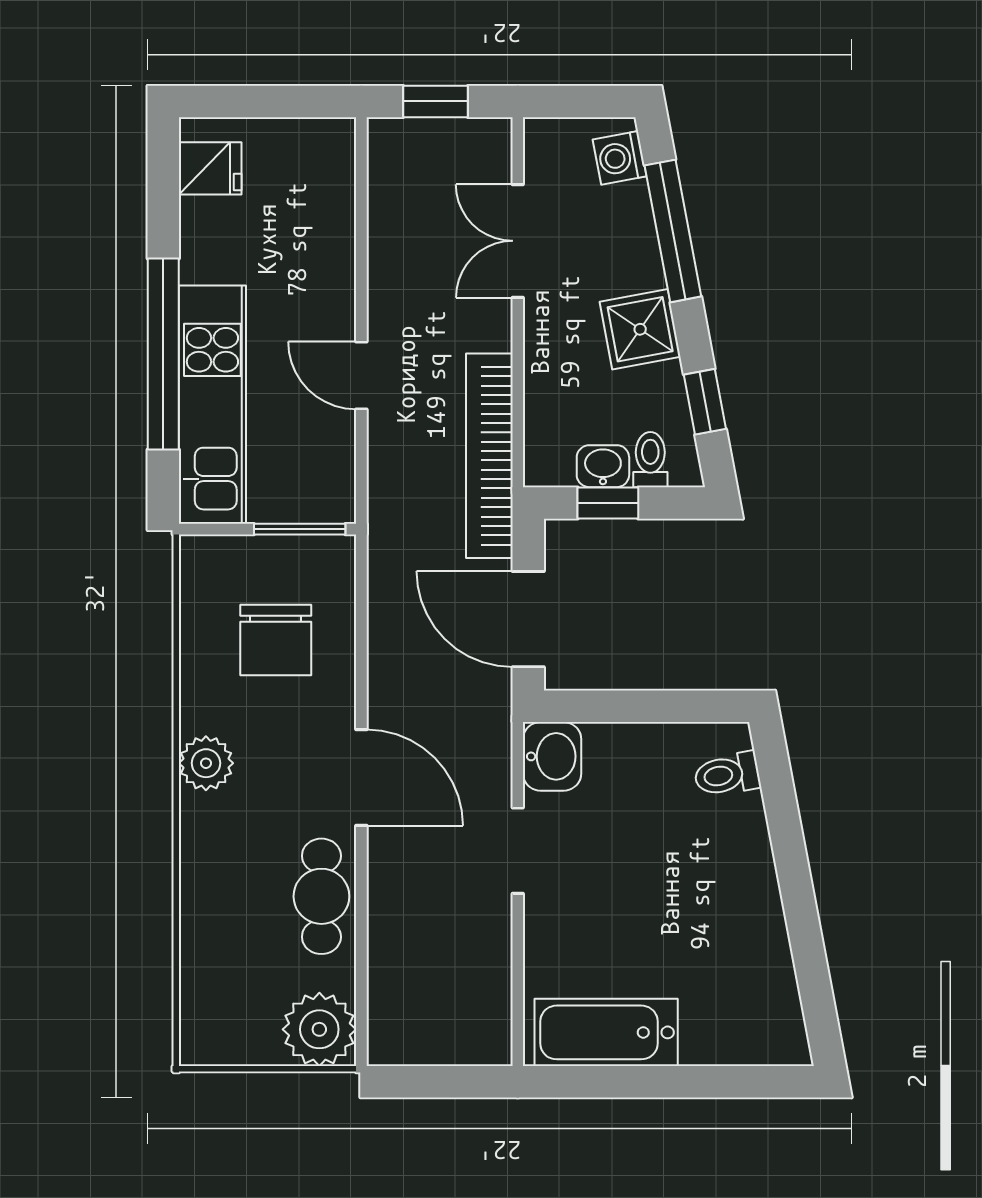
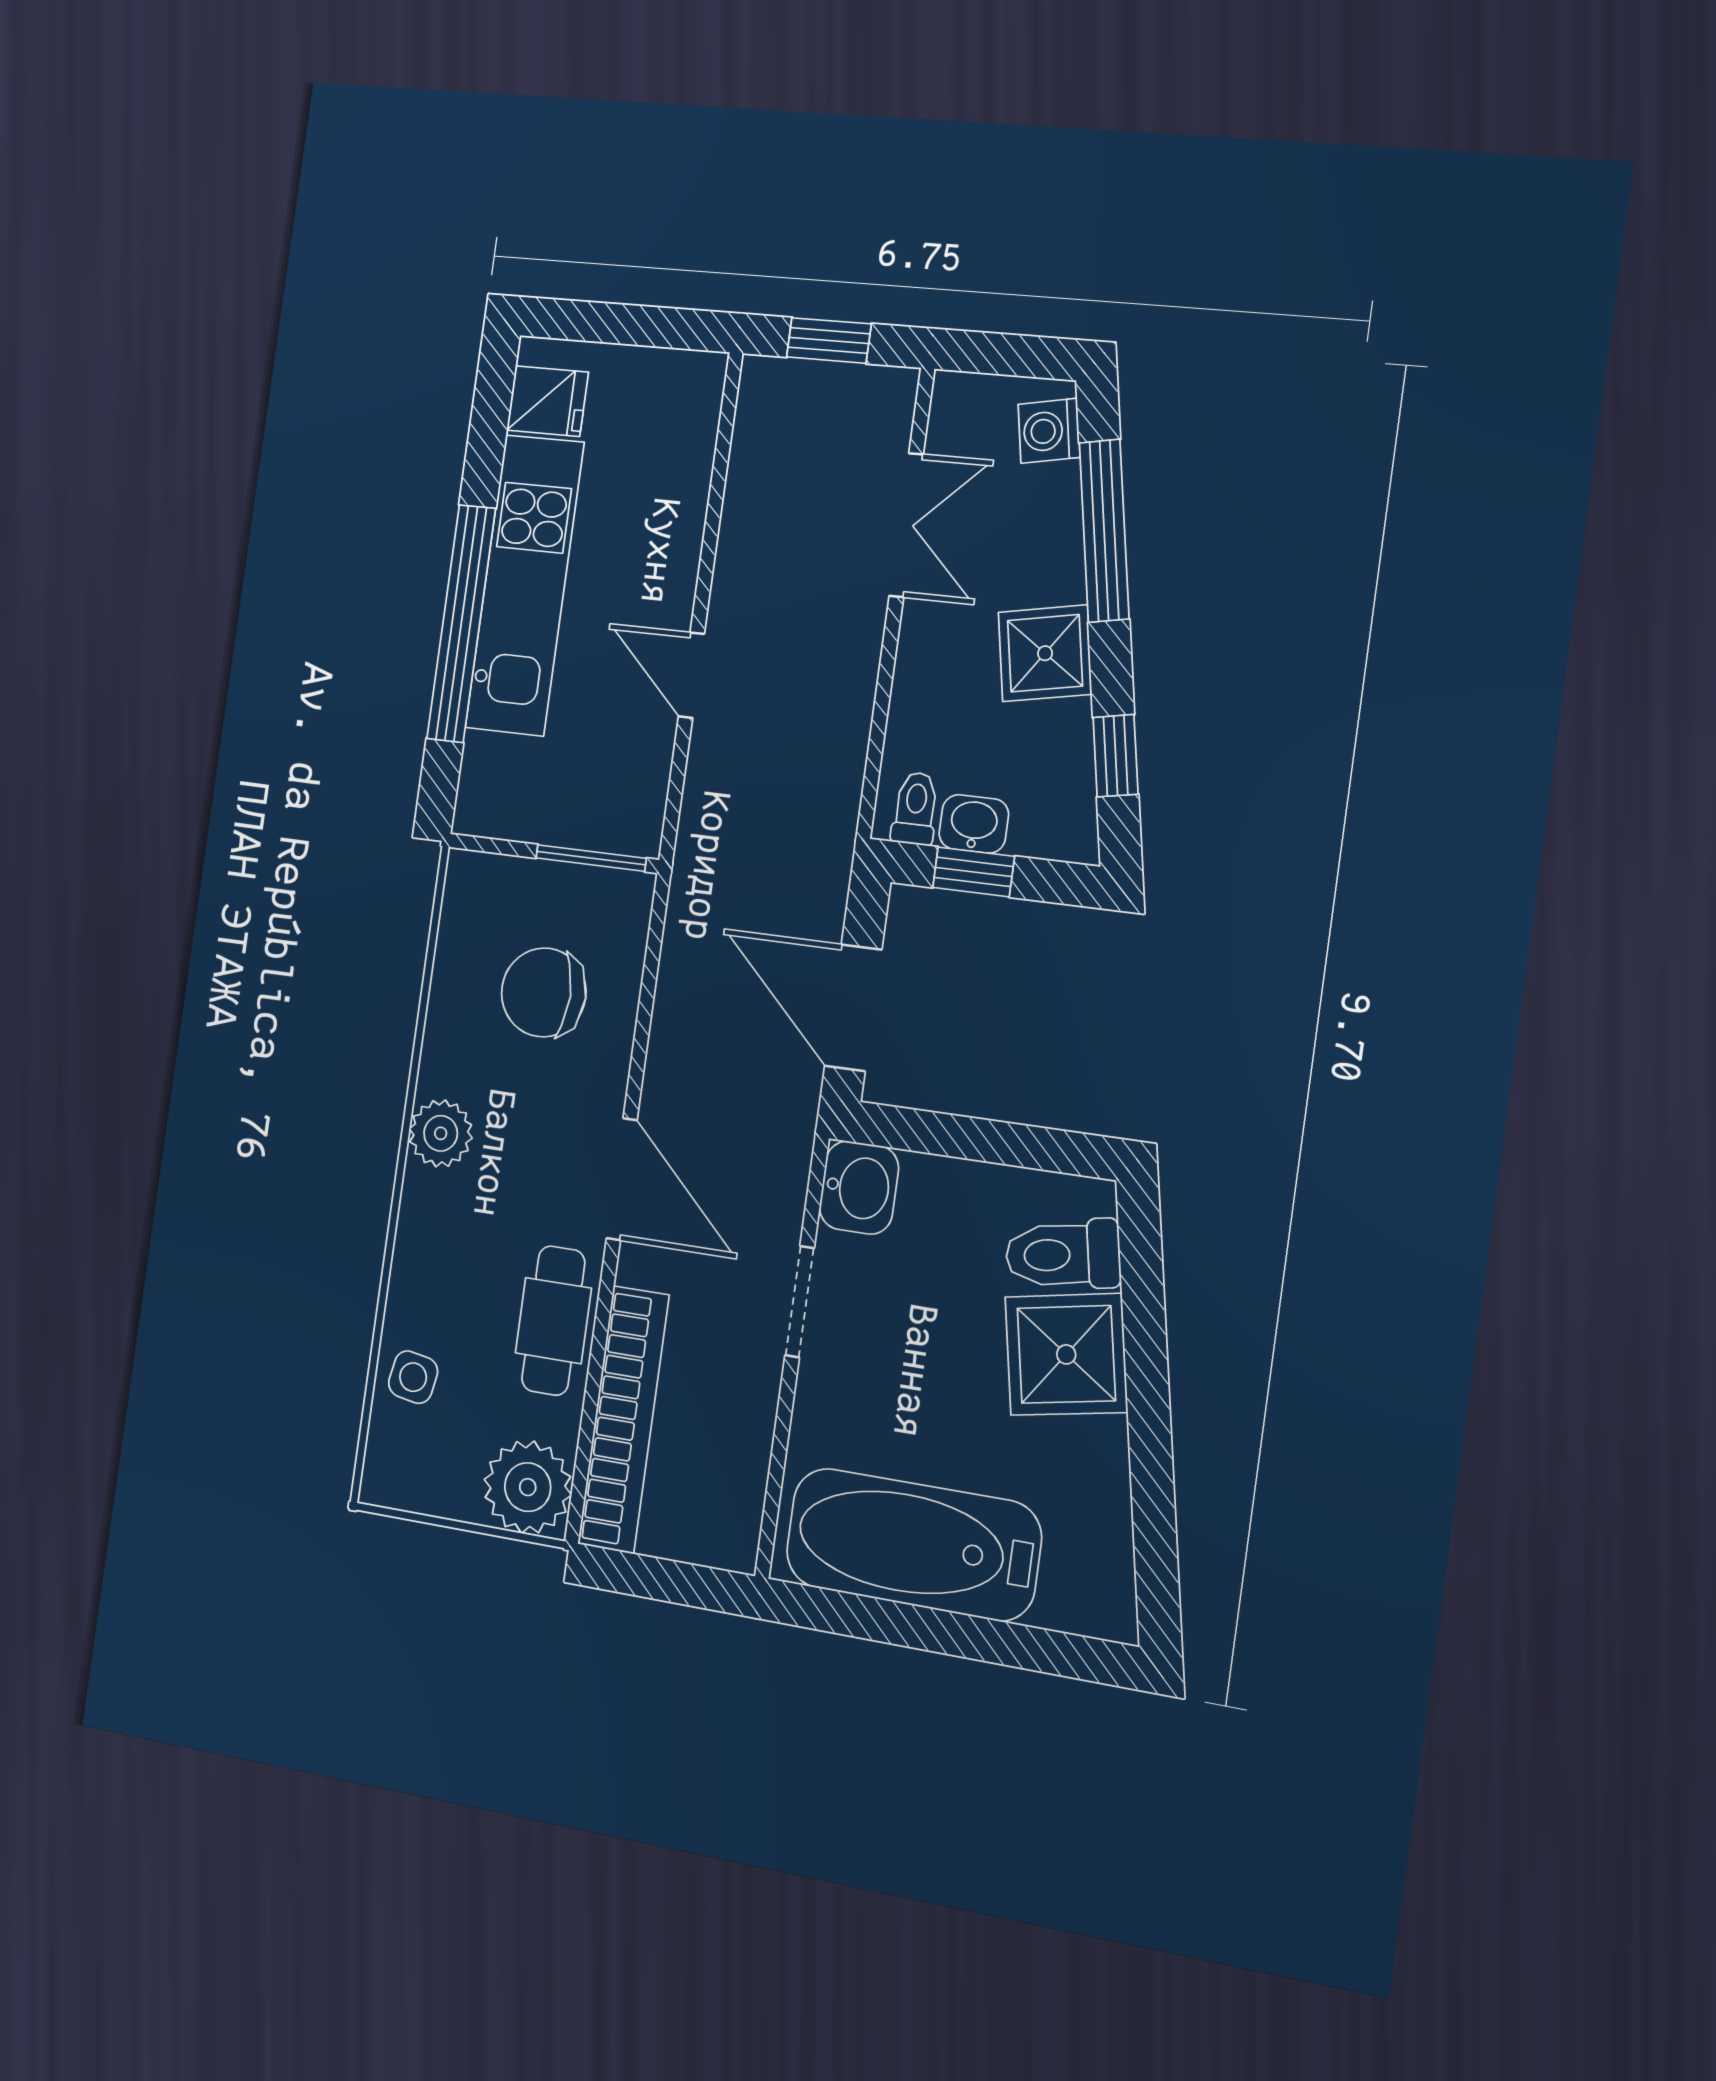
double door: (518, 241) -> (906, 525), swing flipped
kitchen unit: (212, 405) -> (525, 585), moved
bookcase: (489, 456) -> (623, 1419), moved, turned 180
toilet: (650, 460) -> (915, 808), moved
chair: (276, 640) -> (544, 992), turned 90
toilet: (727, 774) -> (1063, 1255), width x1.37, depth x1.39
shower: (729, 858) -> (1066, 1354), added
side table: (211, 959) -> (413, 1377), added
bathtub: (606, 1032) -> (913, 1544), width x1.36, depth x1.36

